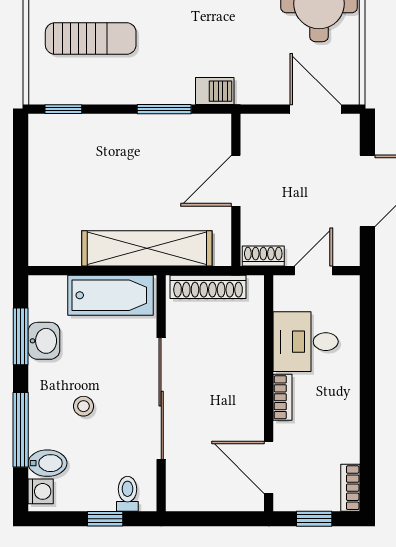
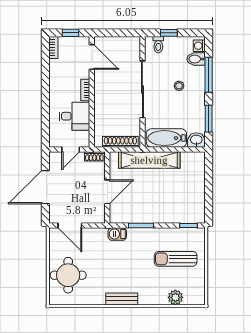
washbasin: (44, 341) -> (196, 140), moved, turned 90

